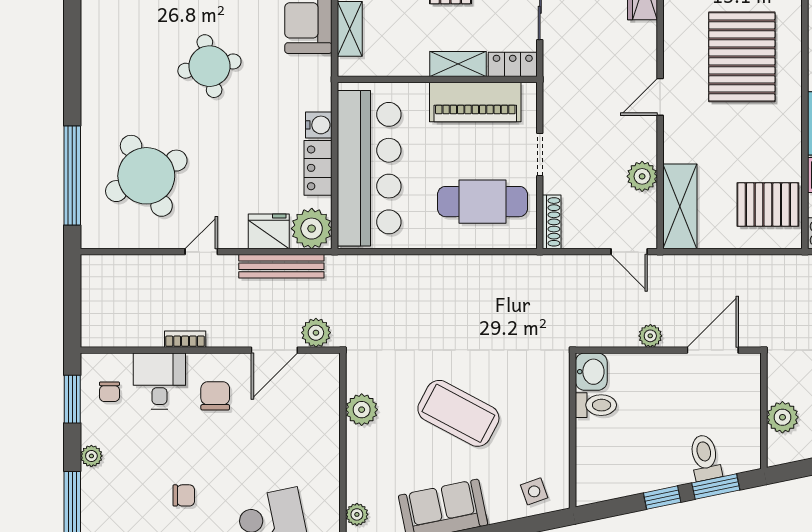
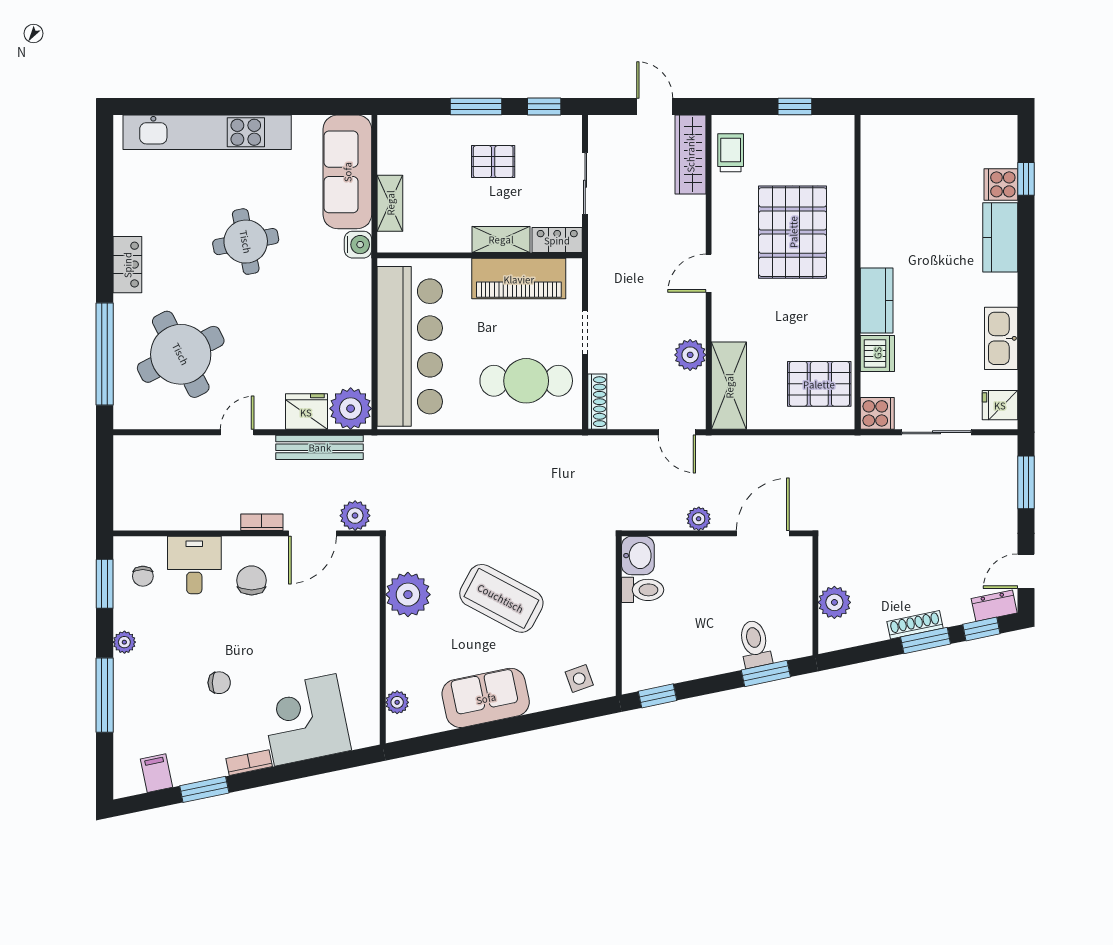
water cooler: (319, 125) -> (358, 245), moved
locker: (318, 168) -> (127, 265), moved, turned 180
bookcase: (185, 339) -> (262, 522), moved
plant: (362, 410) -> (408, 595), width x1.36, depth x1.36
window: (662, 498) -> (658, 696), moved

